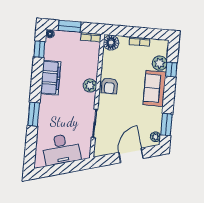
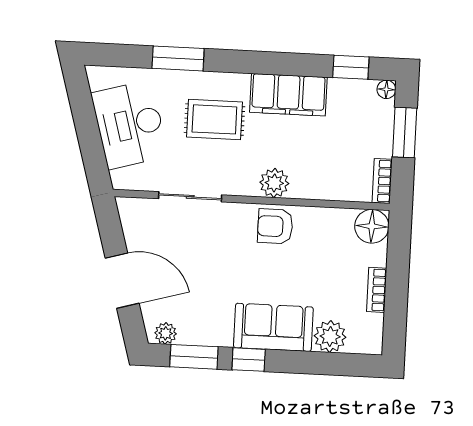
window: (171, 70) -> (249, 360), moved
rug: (60, 111) -> (214, 119), added
window: (34, 114) -> (178, 58), moved

